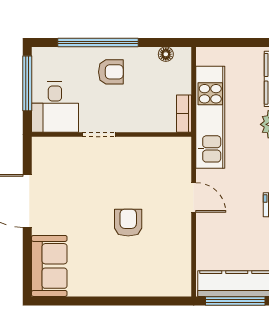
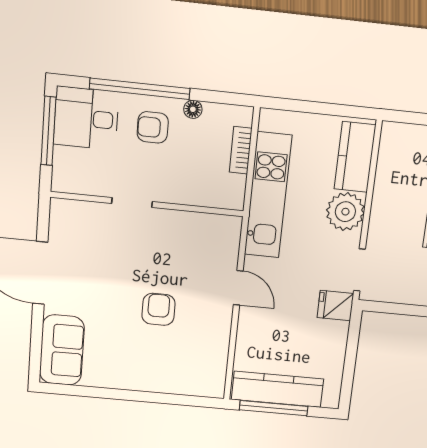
floor lamp: (166, 54) -> (193, 109), moved
armchair: (111, 72) -> (153, 127), turned 180
desk: (55, 107) -> (86, 118), moved, turned 90
bookcase: (184, 114) -> (241, 150), moved

